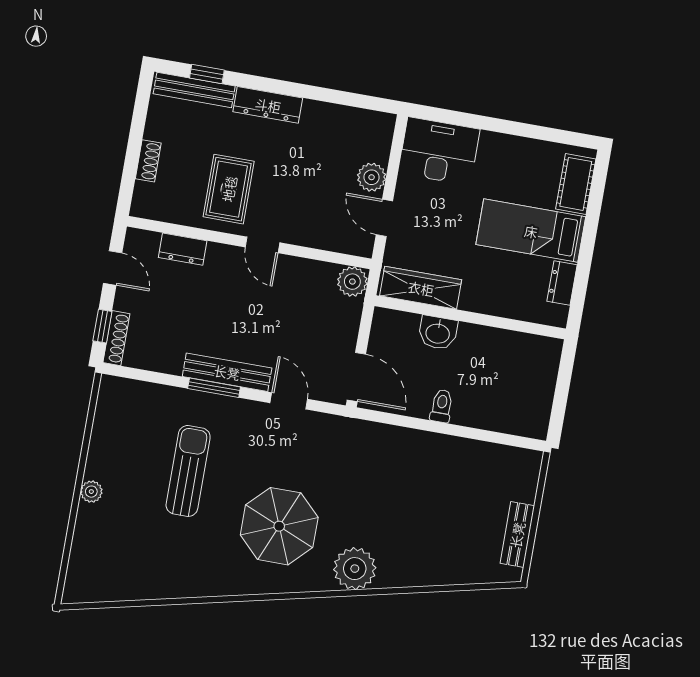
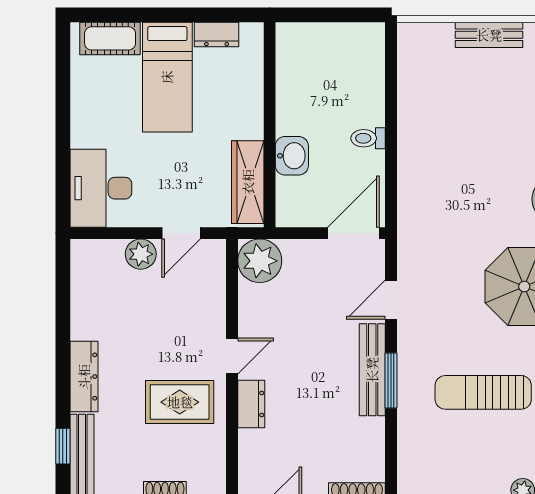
dresser: (183, 249) -> (251, 404), moved
plant: (352, 282) -> (260, 261), width x1.36, depth x1.36

